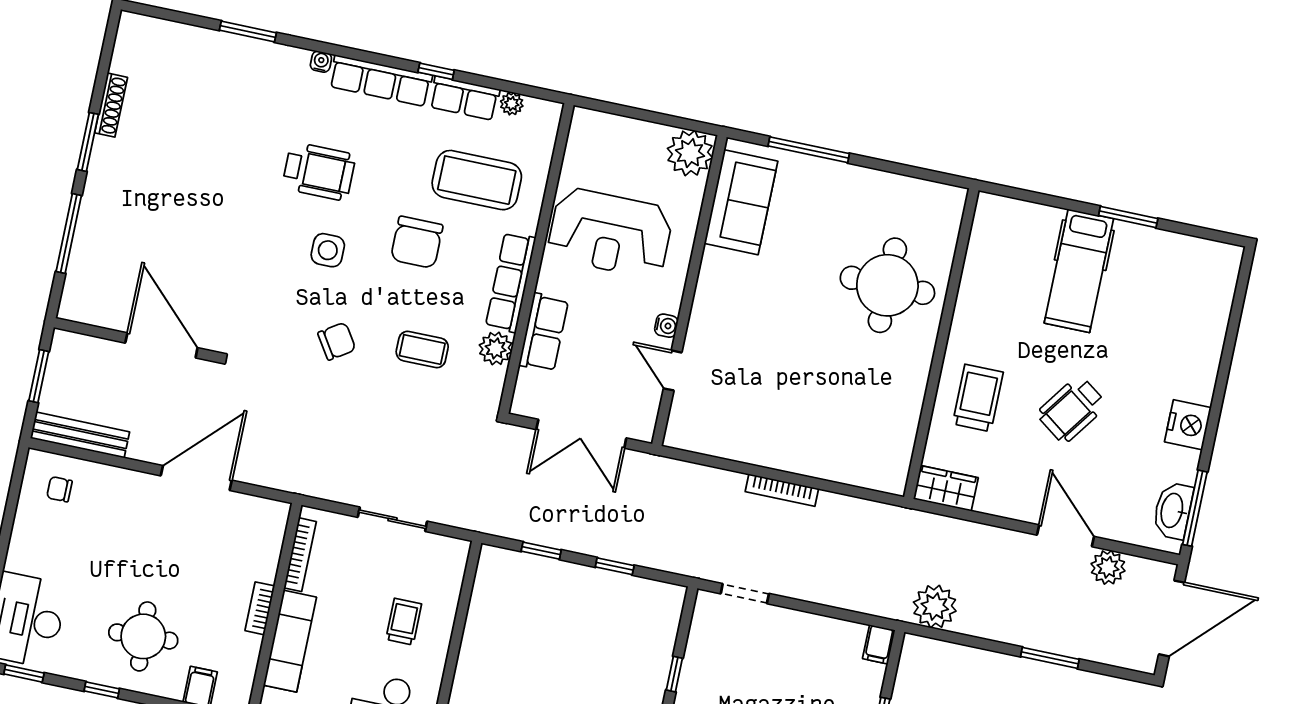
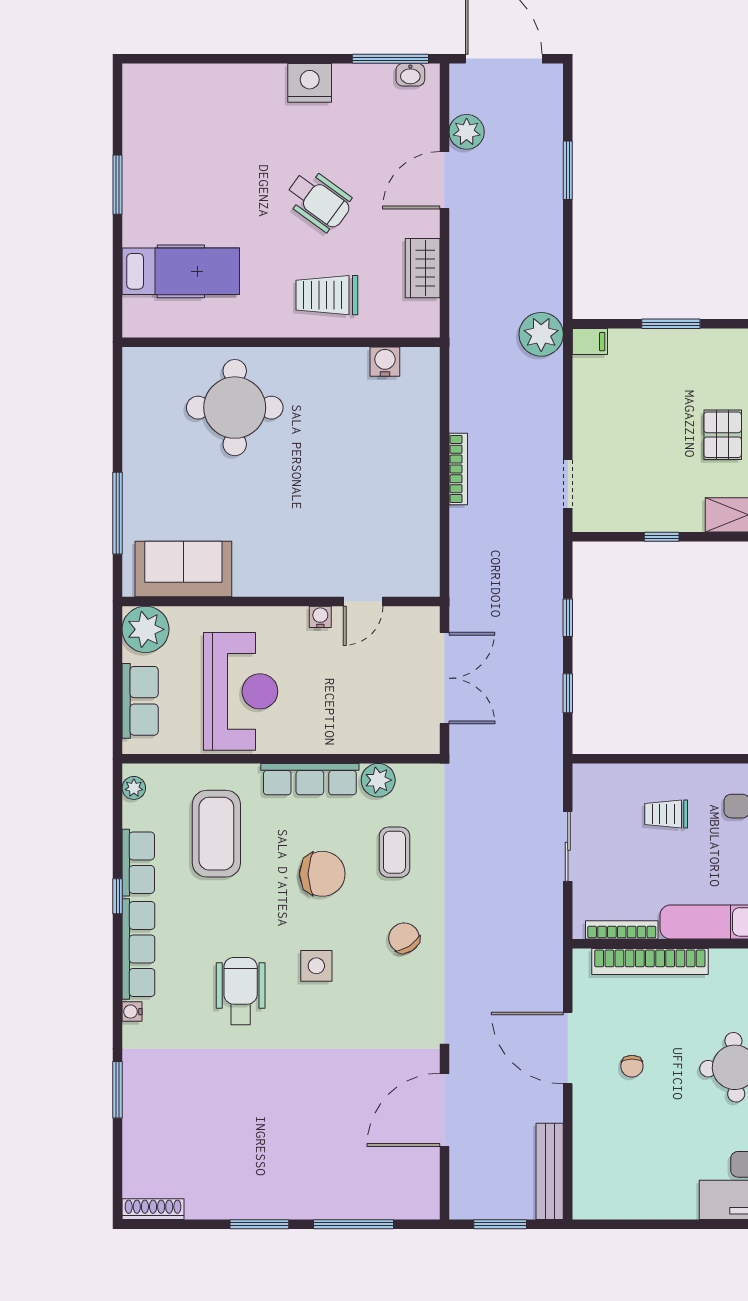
plant: (512, 104) -> (134, 788), moved
shoe rack: (111, 105) -> (153, 1209), moved
chair: (417, 242) -> (322, 874), moved
hospital bed: (1079, 271) -> (181, 271), moved
row of seats: (544, 333) -> (140, 701), moved, turned 90
water cooler: (901, 441) -> (385, 362), added
wardrobe: (946, 488) -> (423, 268), moved
chair: (59, 489) -> (632, 1066), moved
washbasin: (1173, 511) -> (410, 75), width x0.52, depth x0.69
plant: (935, 607) -> (541, 334), moved
bookcase: (260, 608) -> (650, 962), width x2.31, depth x1.31

